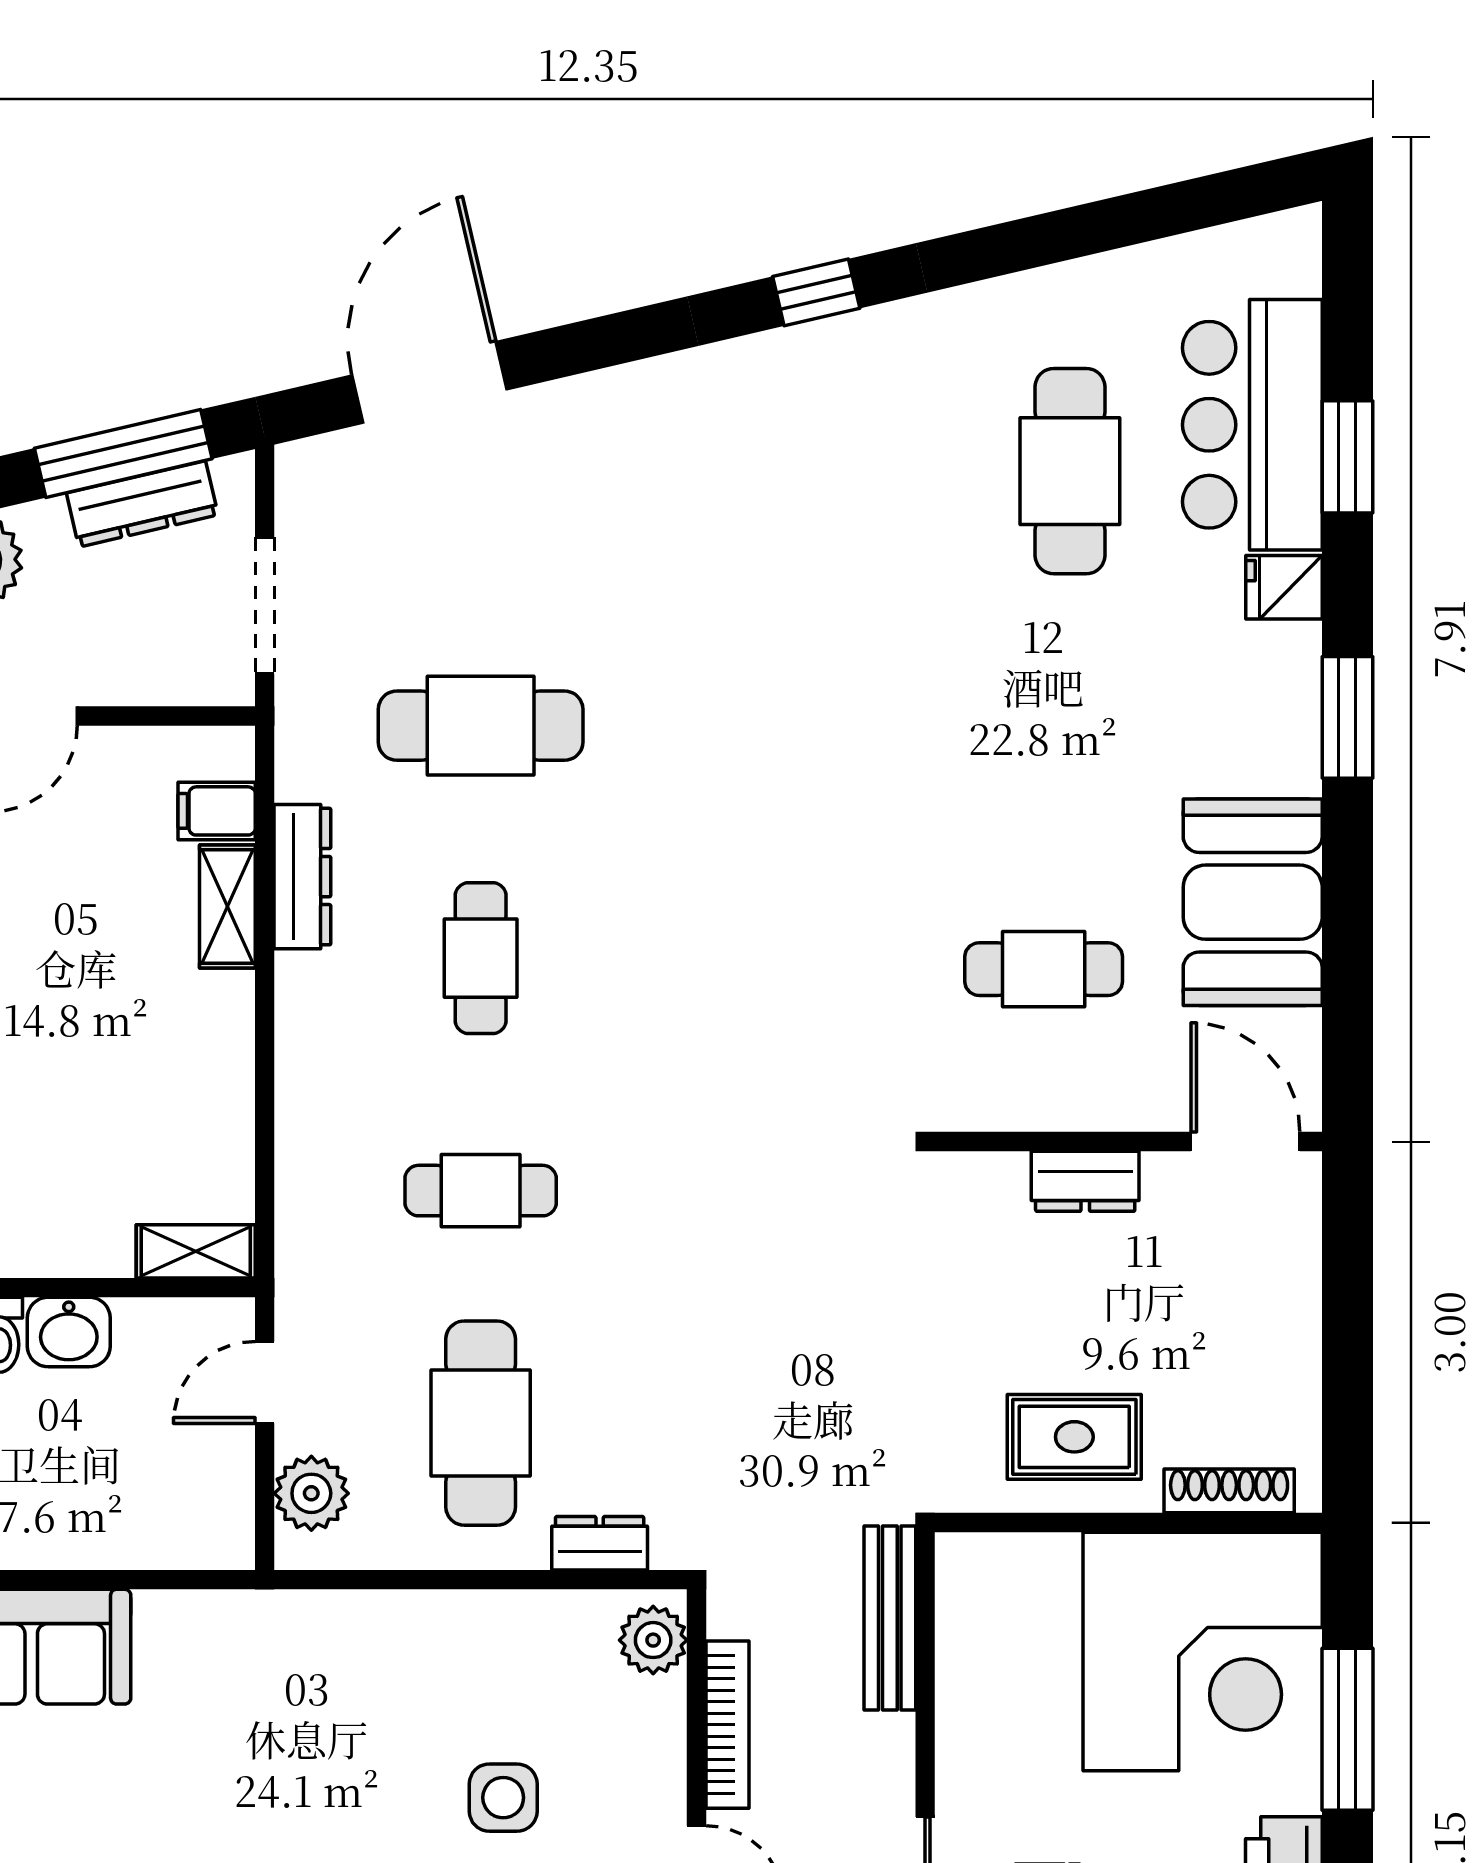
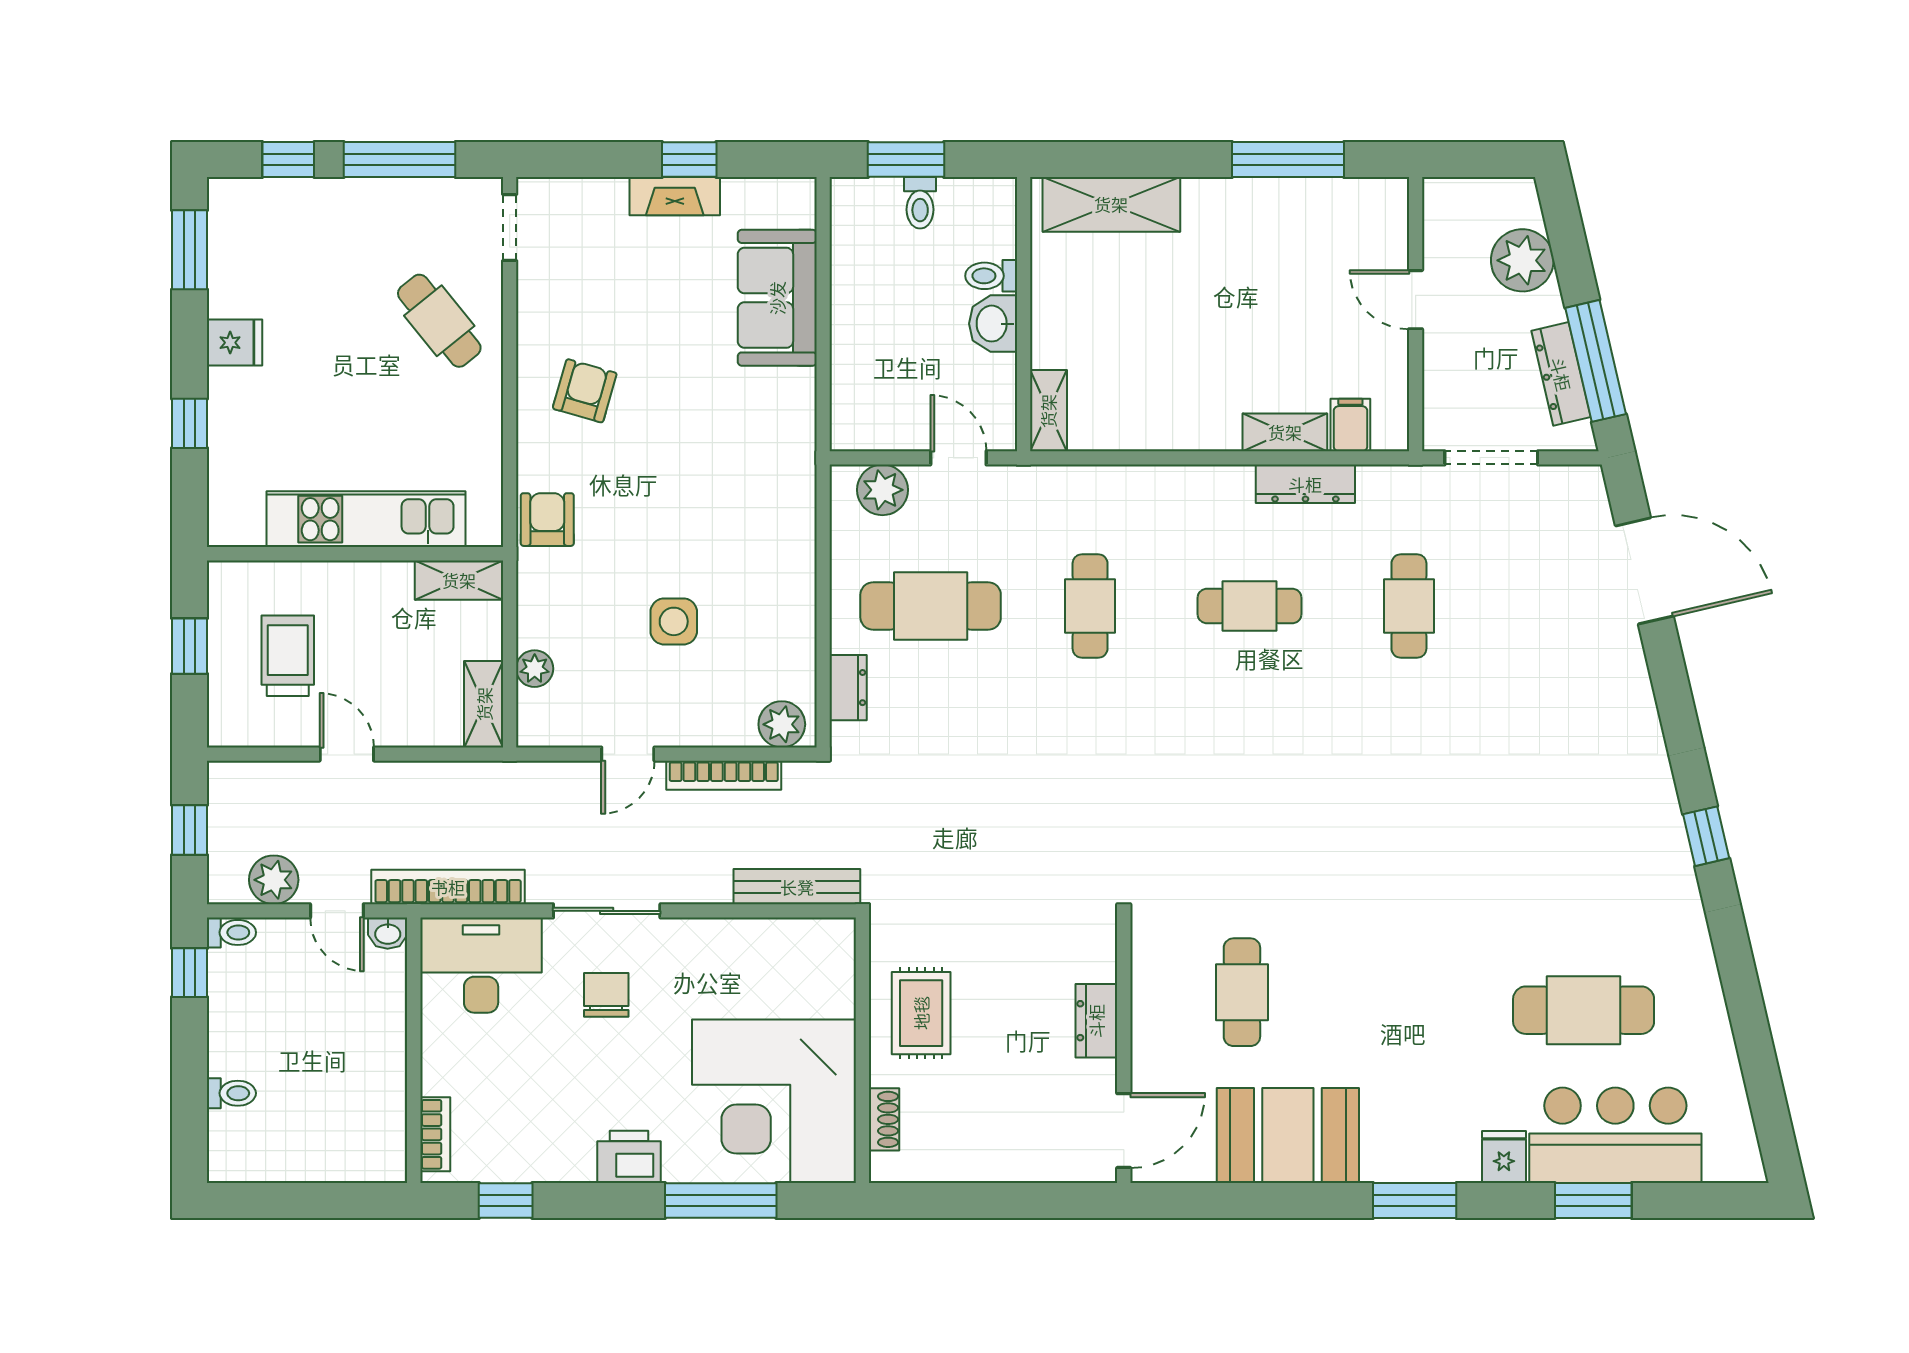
cafe table: (481, 726) -> (1409, 606), width x0.73, depth x0.74
shoe rack: (1229, 1491) -> (884, 1119), width x0.70

